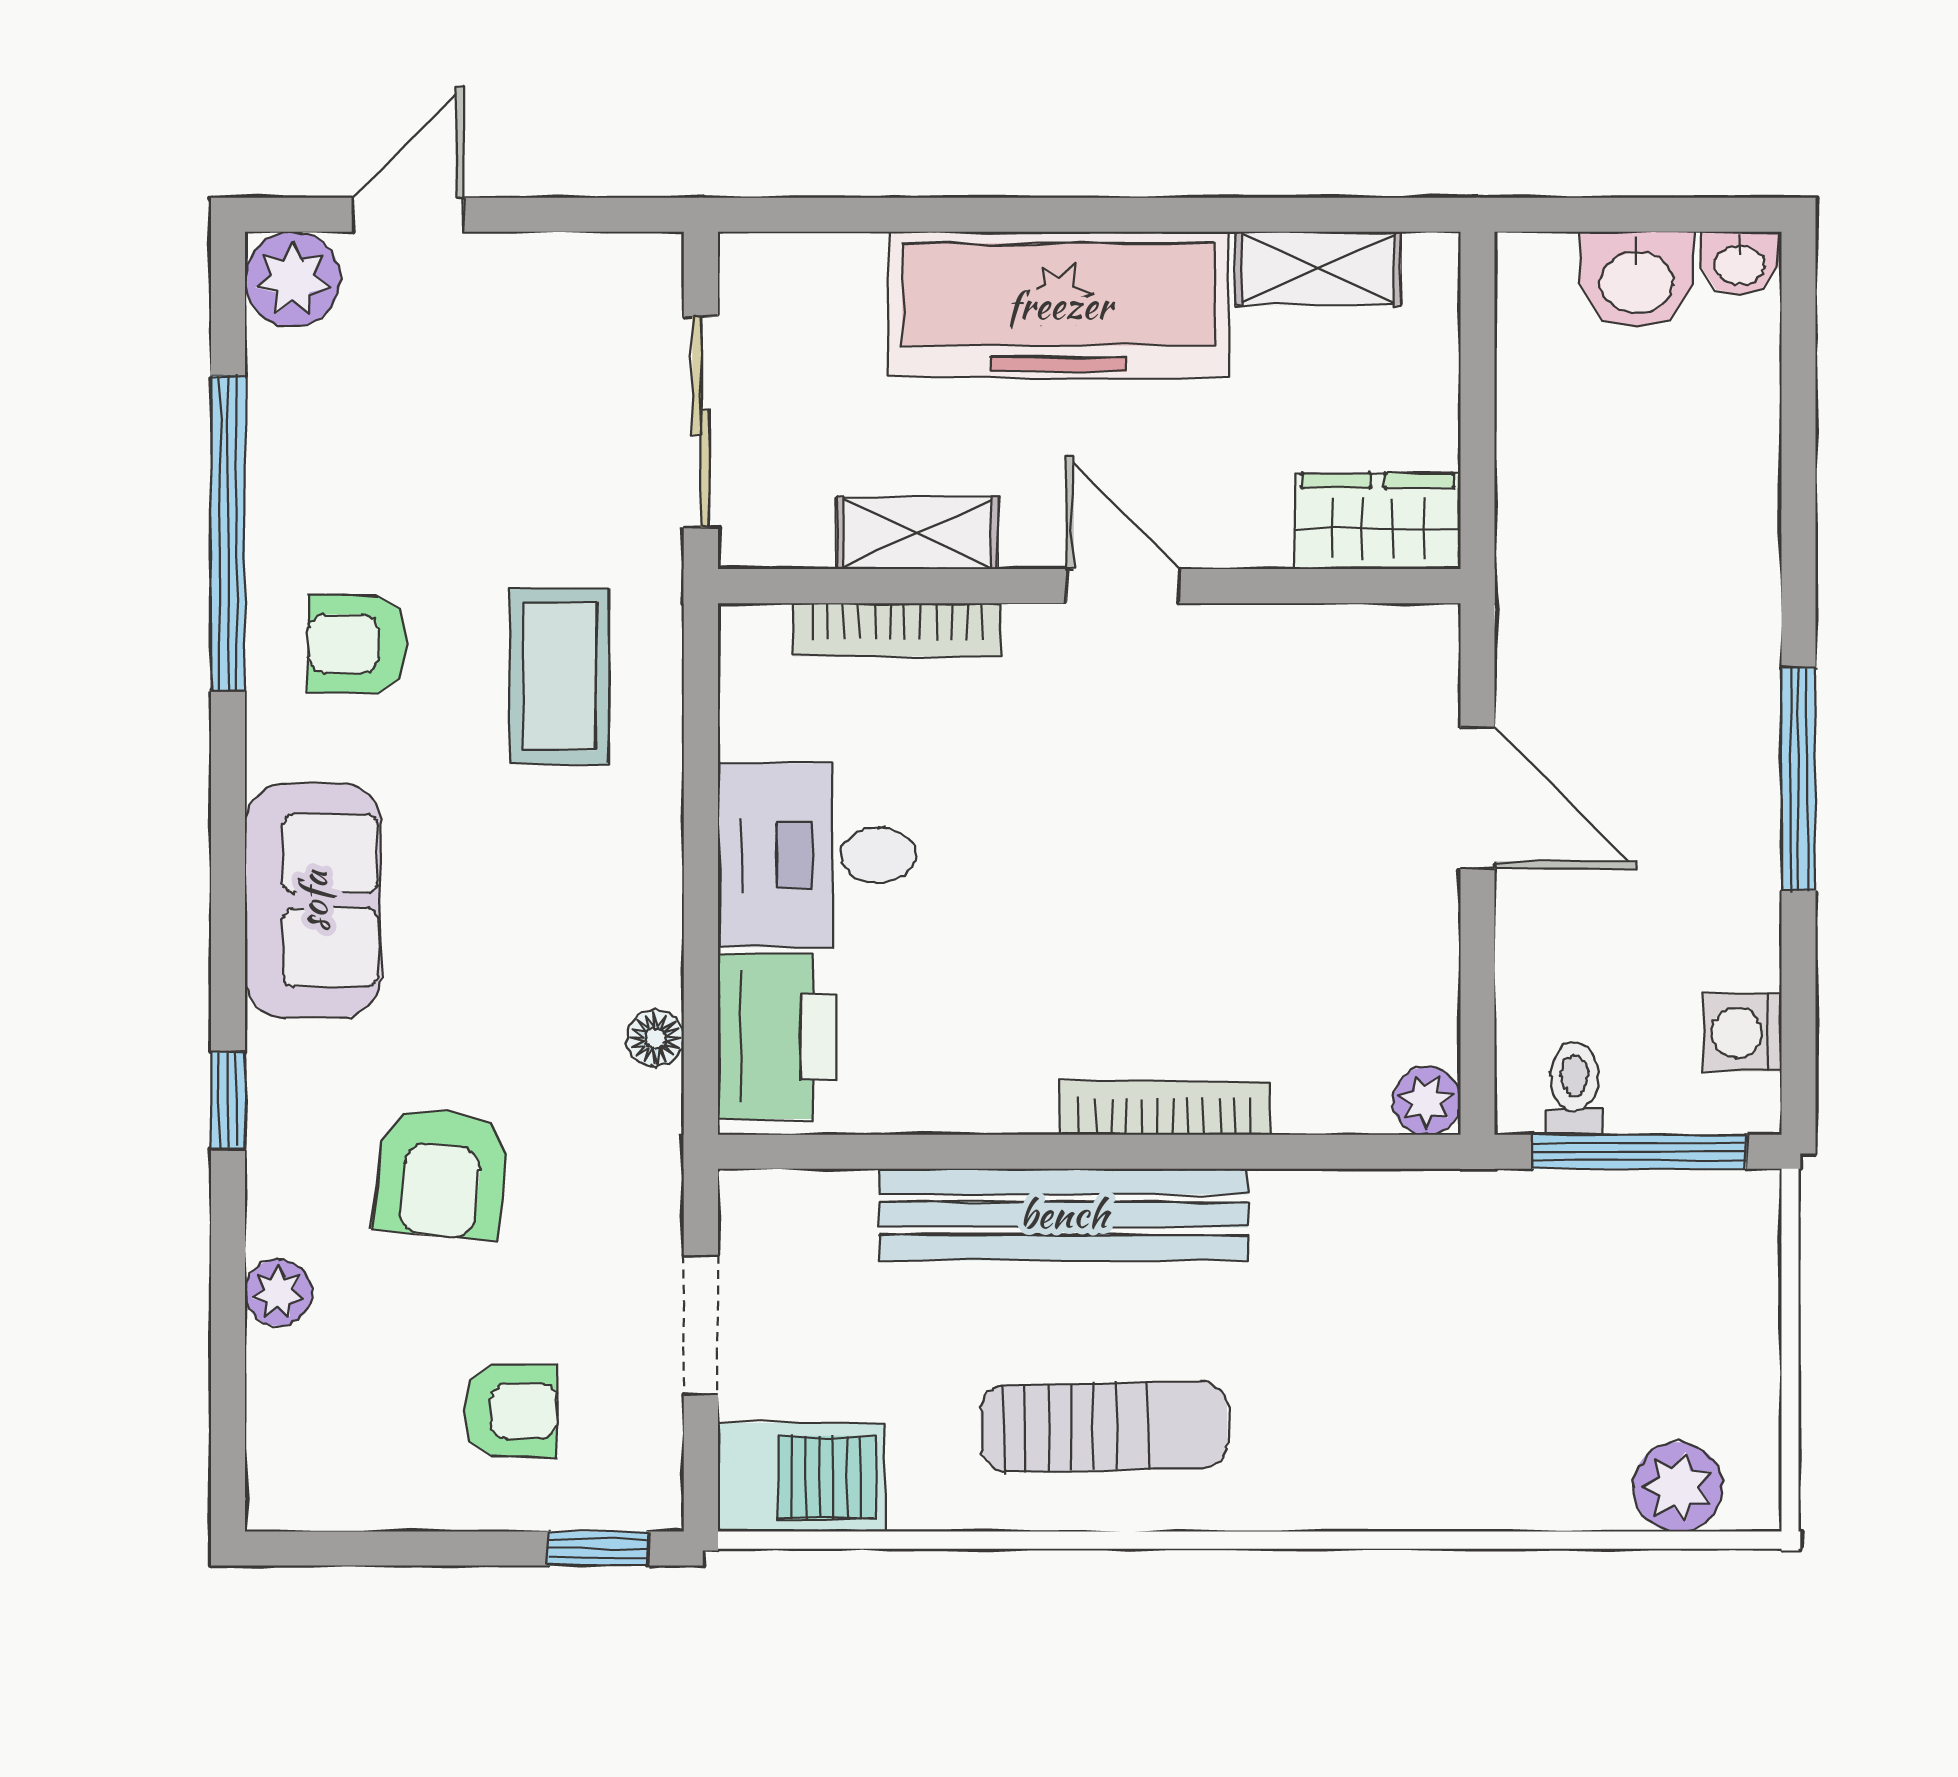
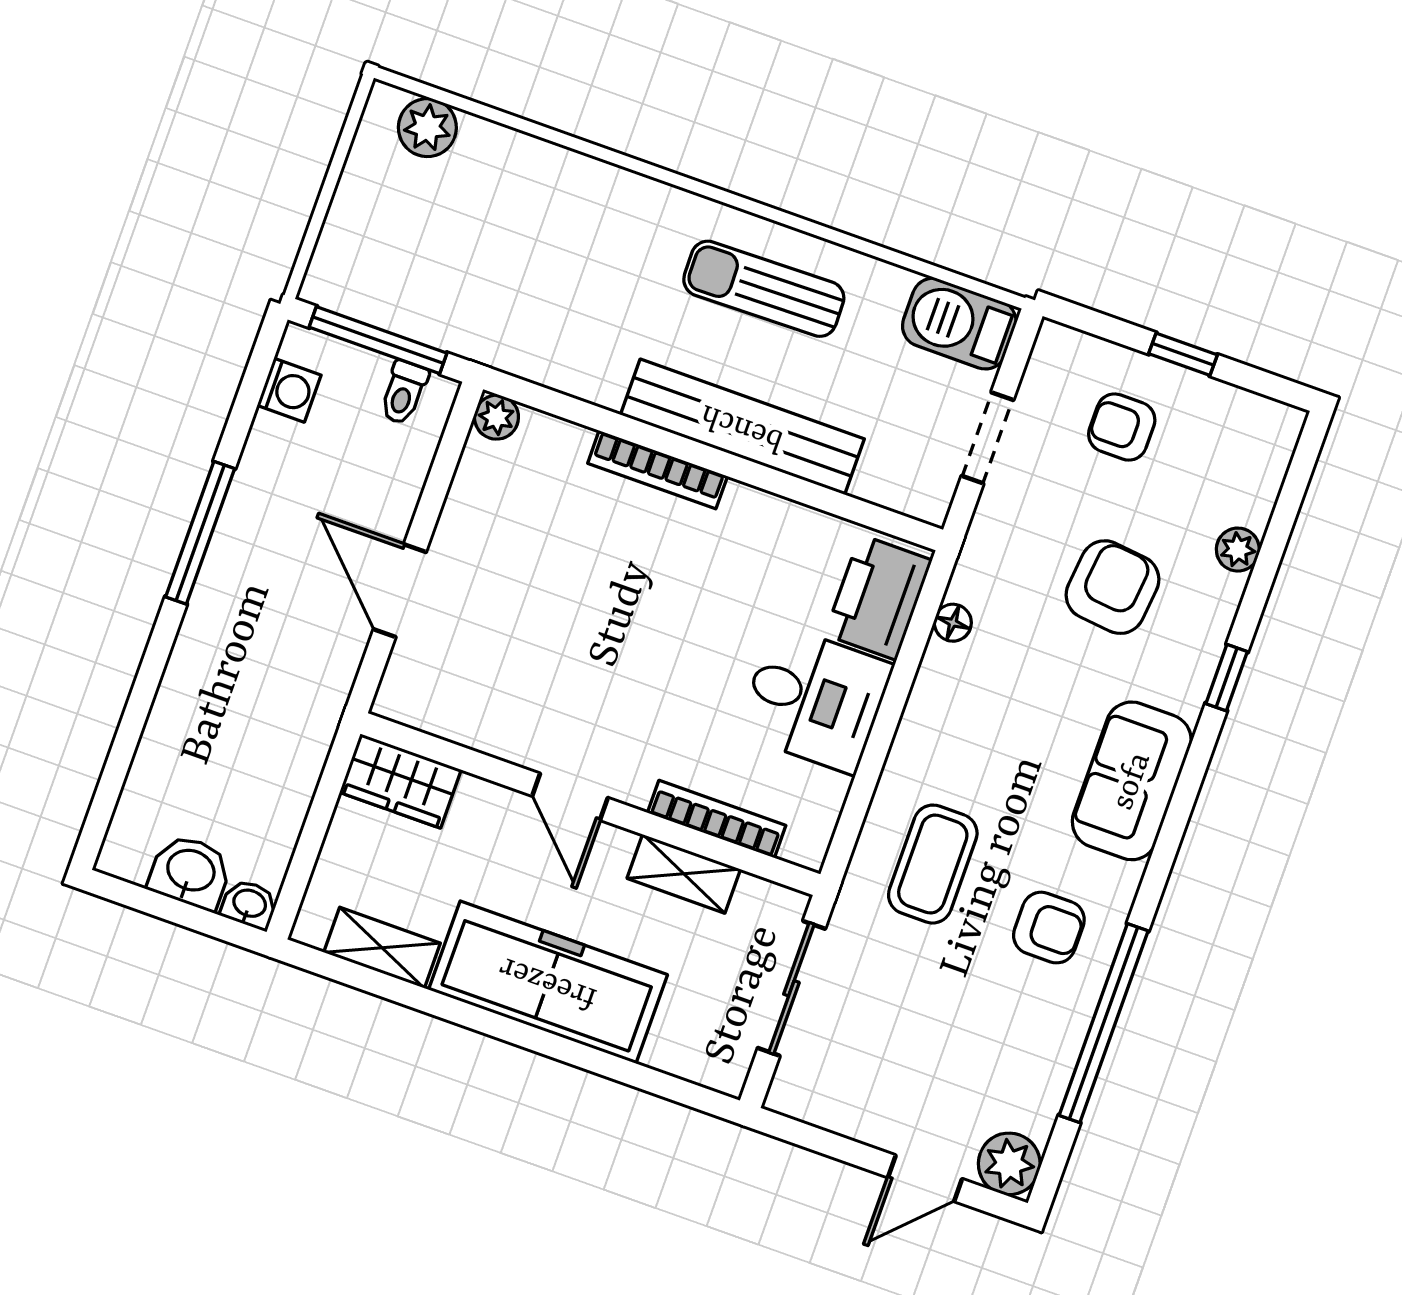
washbasin: (1740, 263) -> (249, 904), moved
window: (598, 1549) -> (1183, 354), moved

